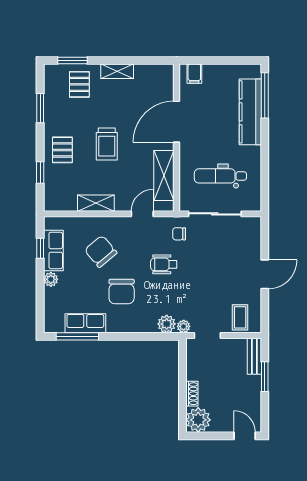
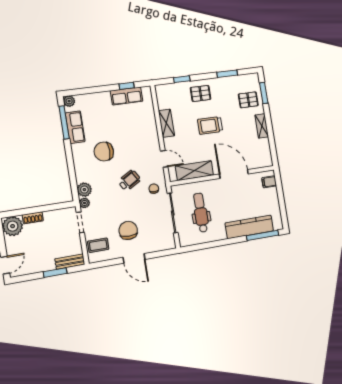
chair: (101, 251) -> (128, 230), moved, turned -50
wheelchair: (164, 264) -> (129, 180), turned 60
plant: (51, 279) -> (69, 101), moved

